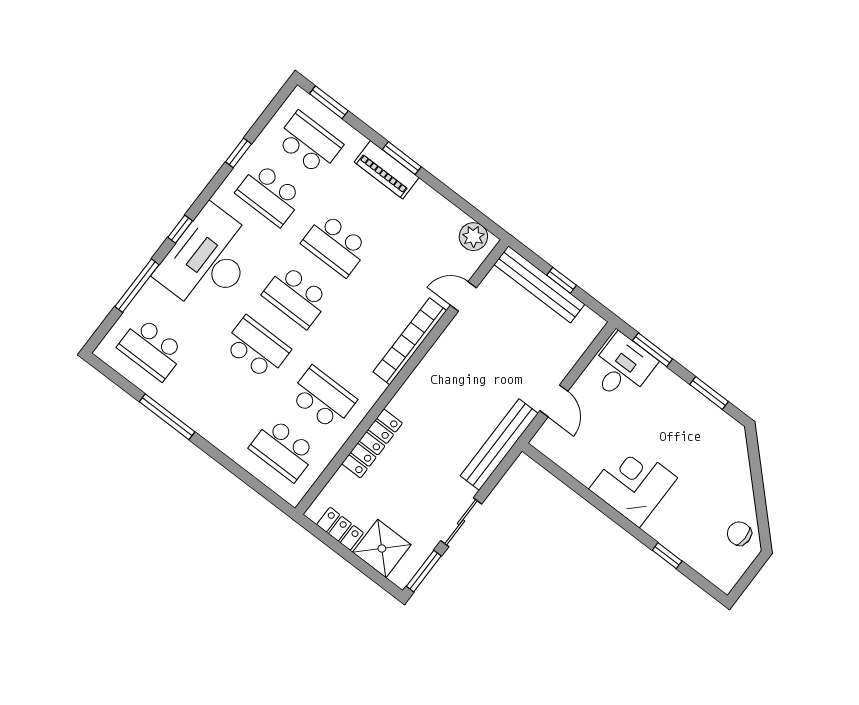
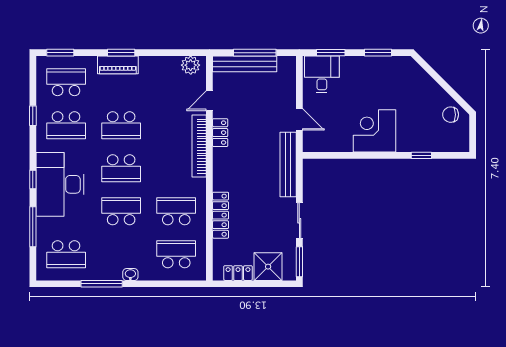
window: (562, 280) -> (255, 53), width x2.17
locker: (447, 344) -> (220, 133), added
washbasin: (210, 432) -> (130, 275), added
school desk: (283, 450) -> (176, 254), turned 180

